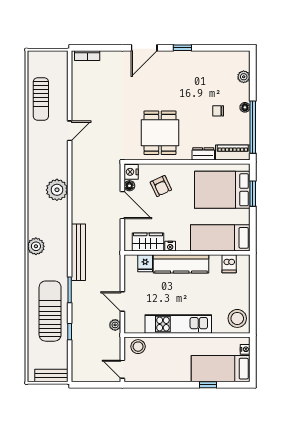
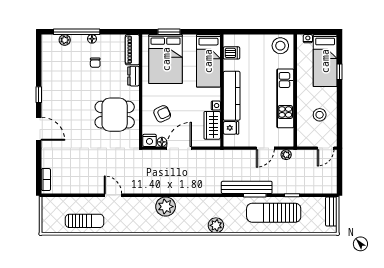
window: (253, 127) -> (77, 32), moved
bench: (78, 252) -> (247, 187), moved
stool: (138, 347) -> (320, 115), moved

